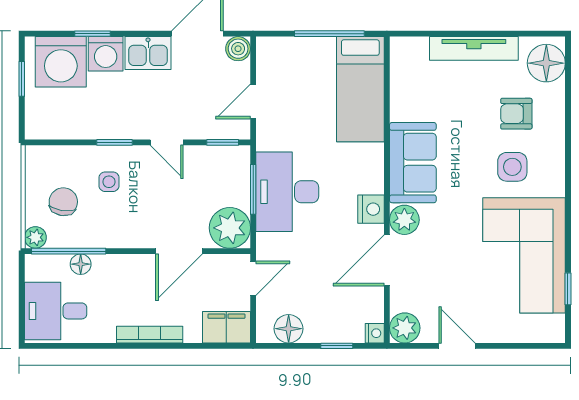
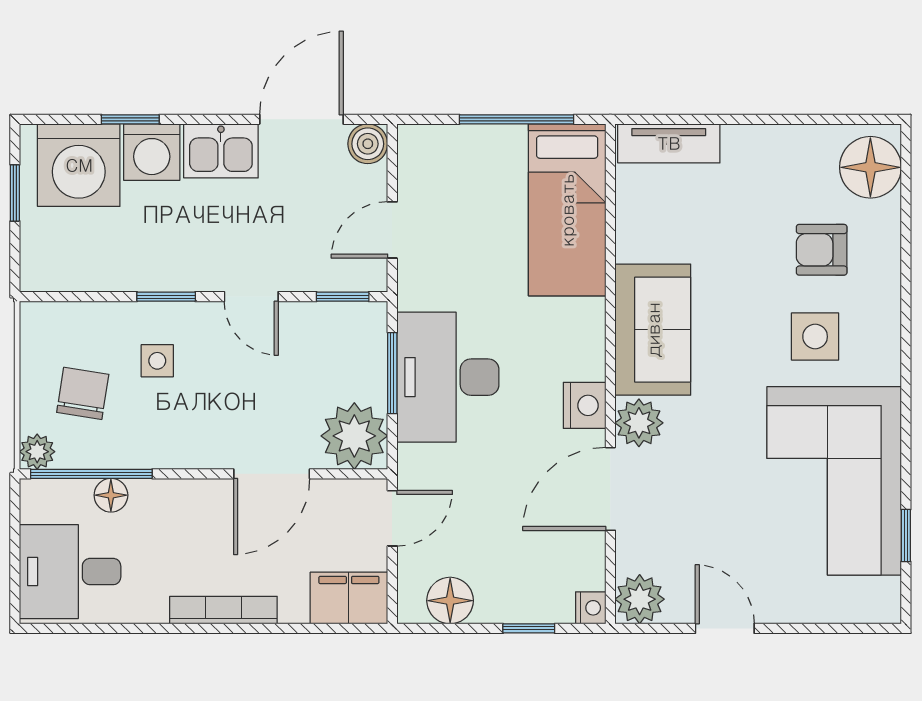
tv unit: (474, 48) -> (669, 143), moved, width x0.71

